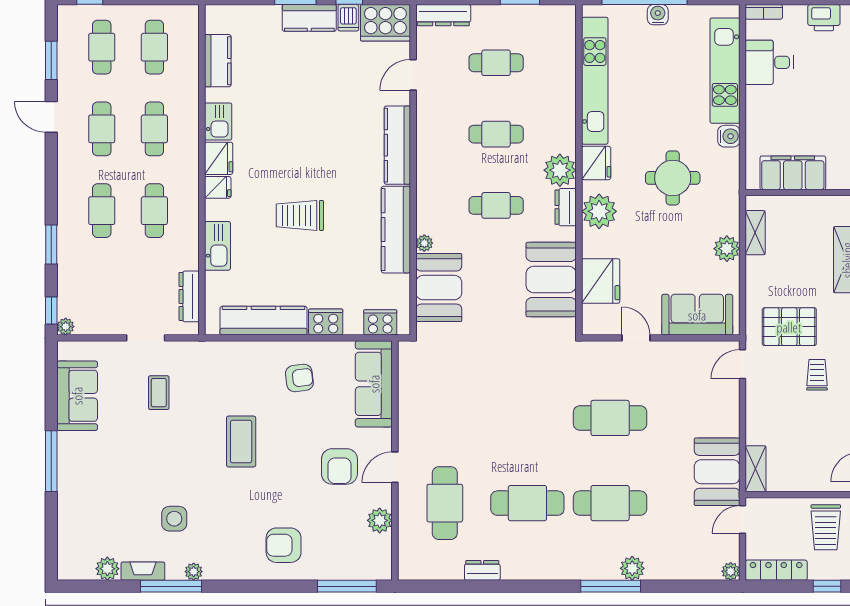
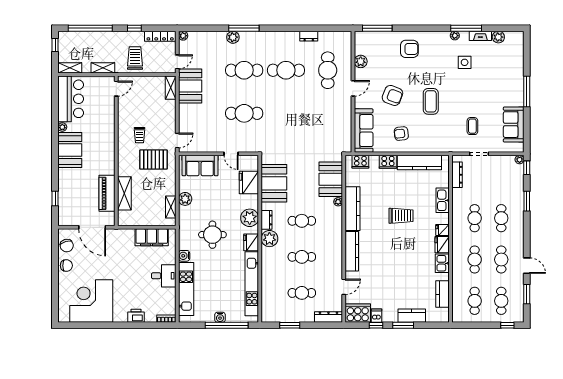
kitchen counter: (309, 18) -> (412, 316), moved
desk: (769, 62) -> (164, 276), moved
armchair: (339, 466) -> (392, 95), moved, turned 111

